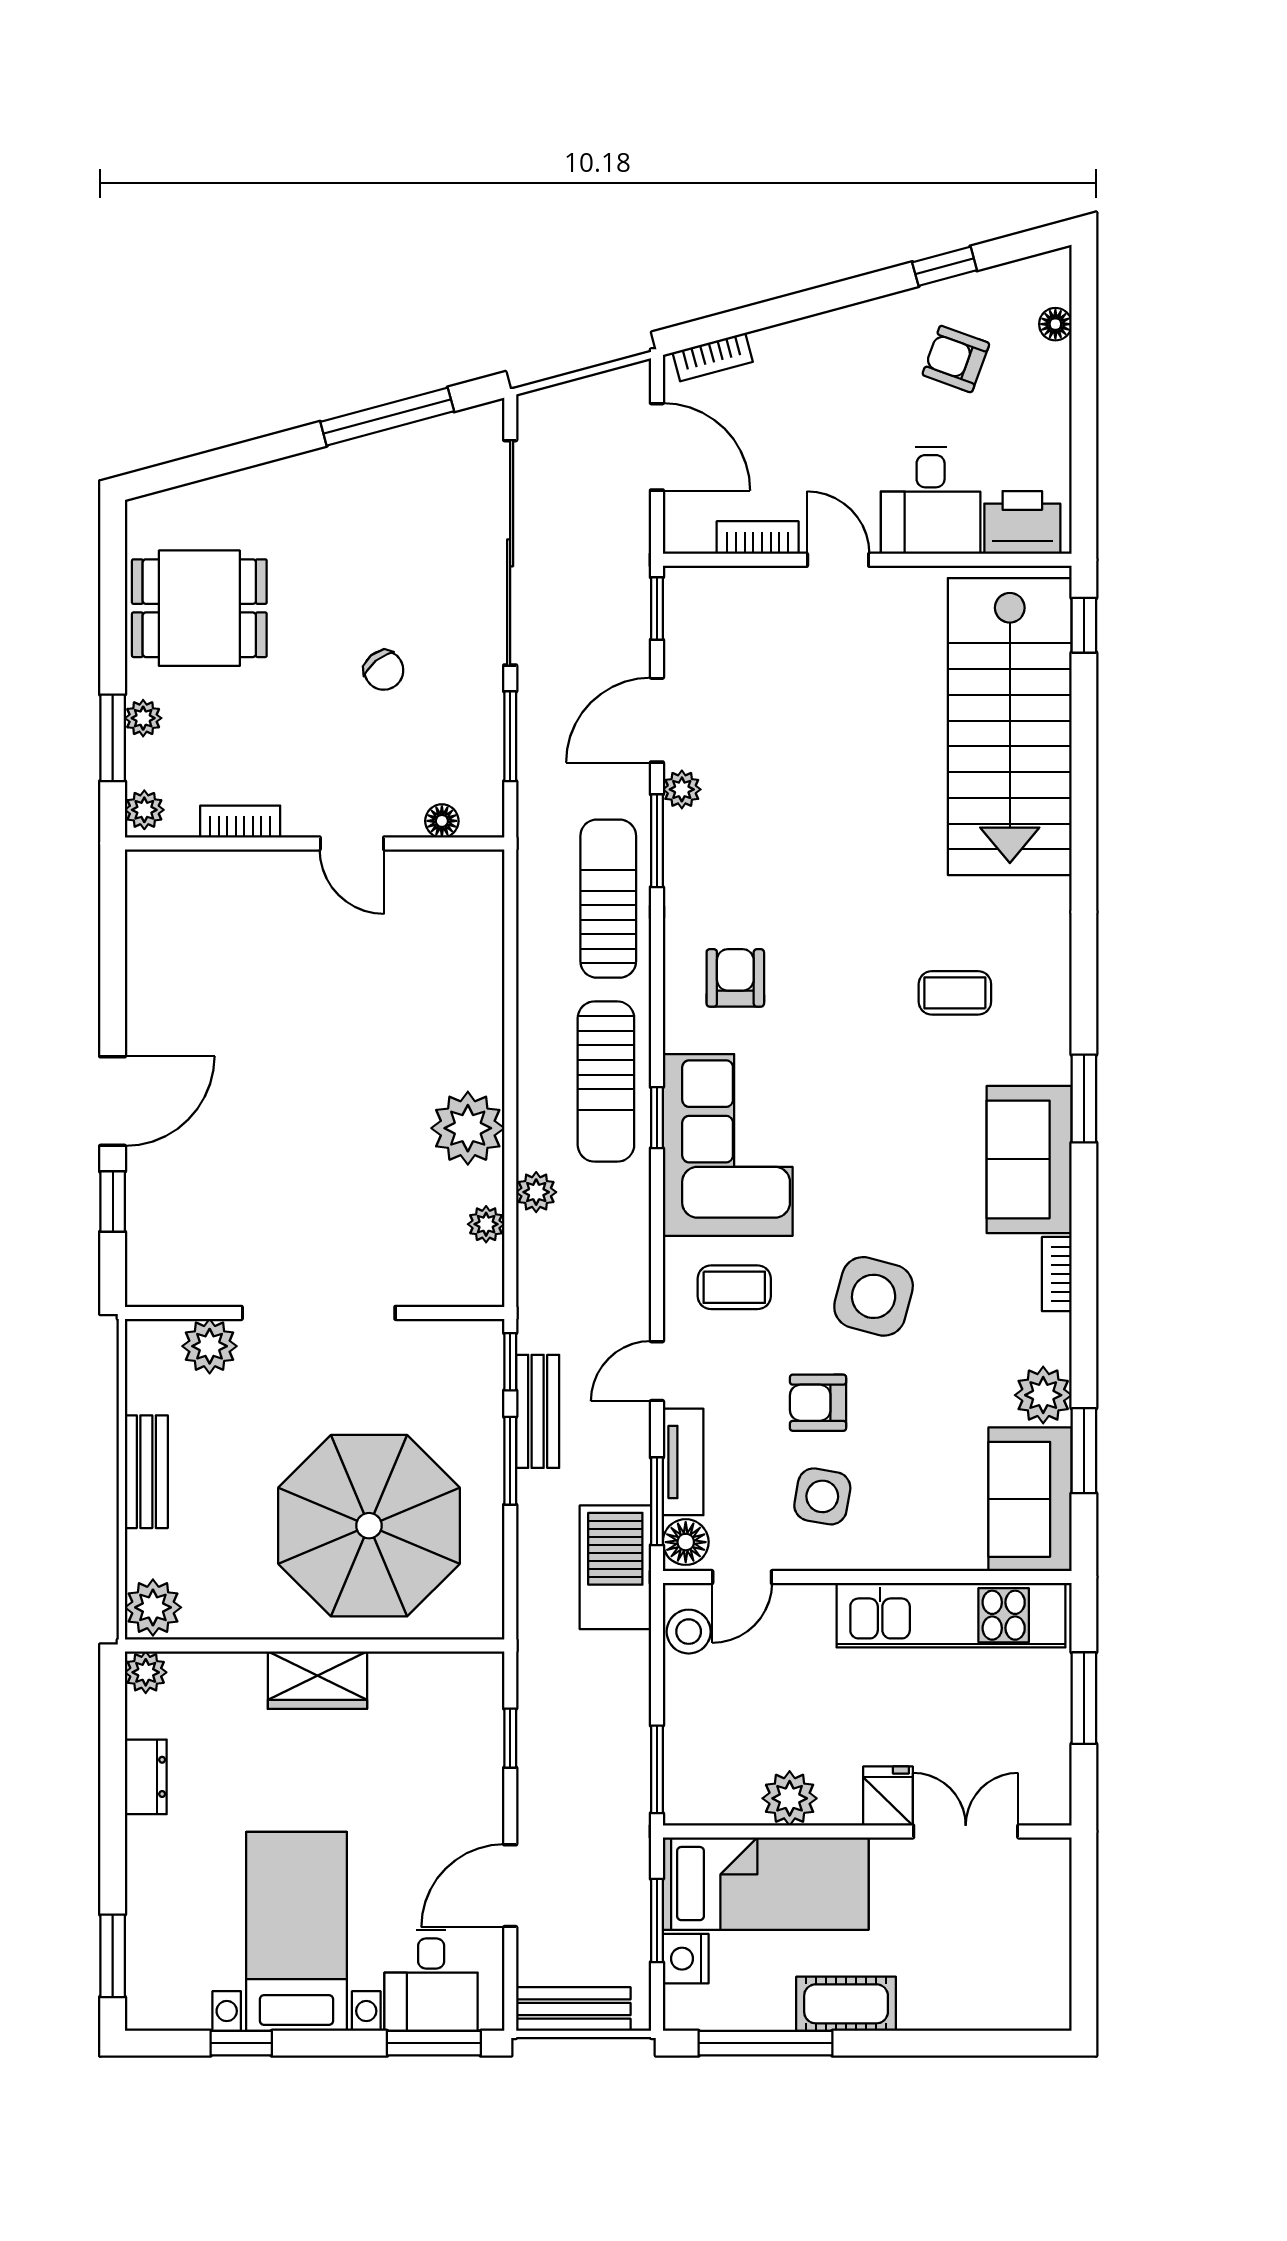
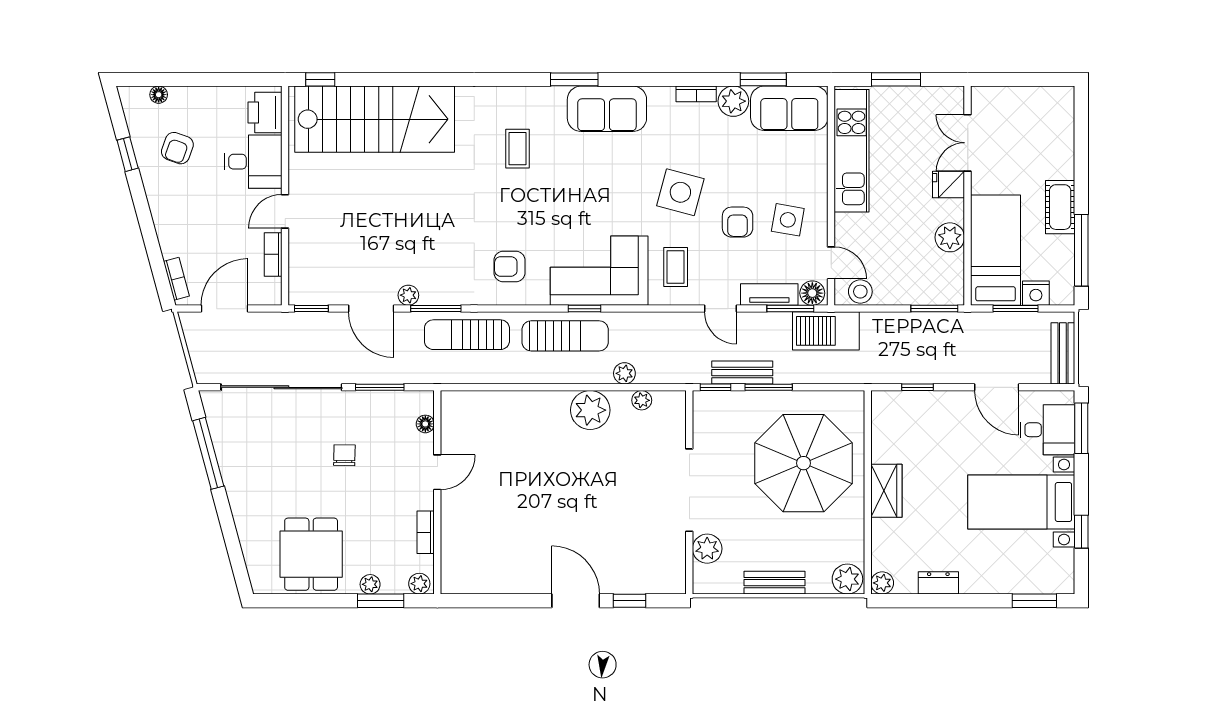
chair: (384, 670) -> (344, 455), turned -50
bookcase: (1057, 1274) -> (696, 94), moved

